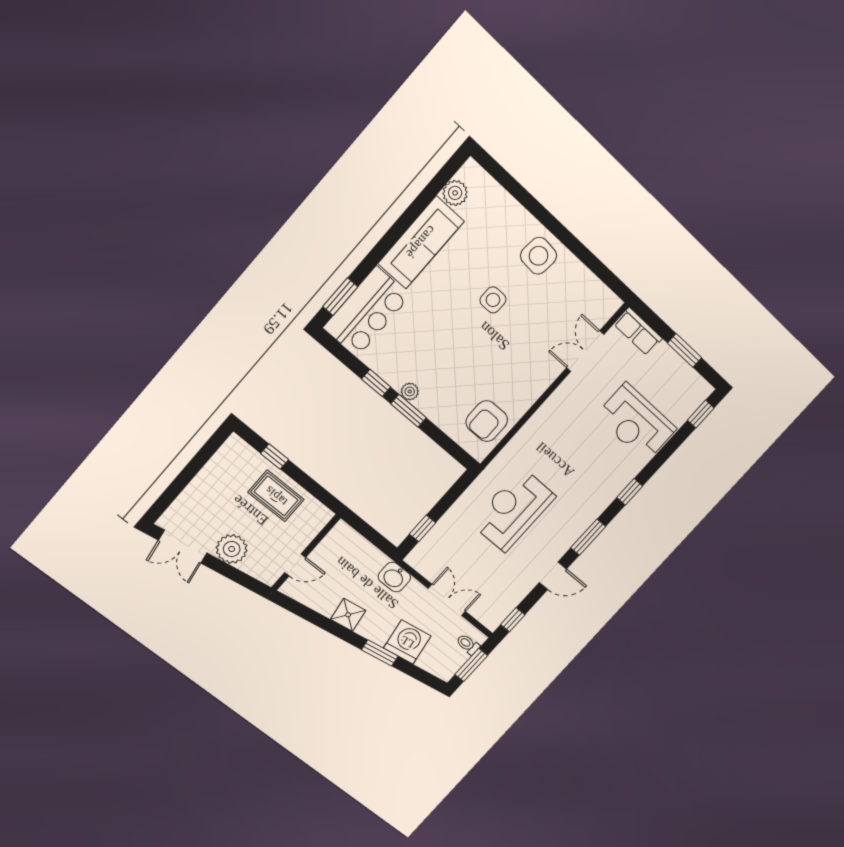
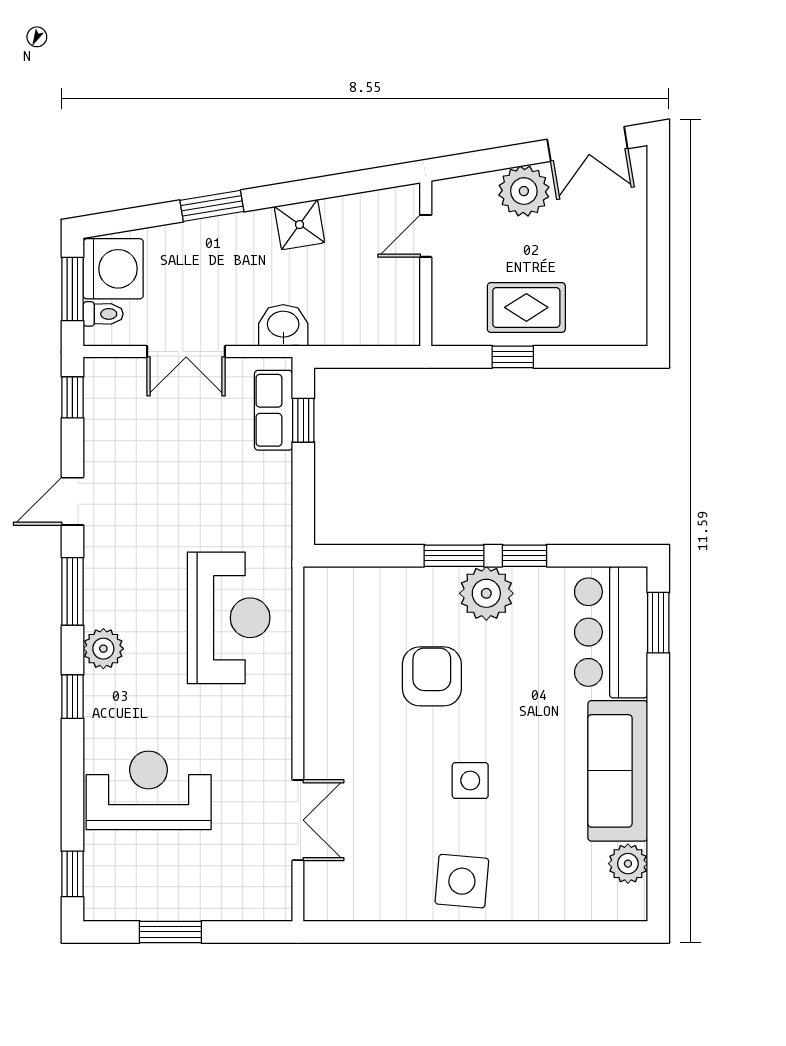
row of seats: (638, 331) -> (274, 410), moved, turned -90
plant: (410, 392) -> (486, 593), width x1.88, depth x1.88
armchair: (487, 421) -> (432, 676), moved
window: (275, 456) -> (513, 357), moved
plant: (598, 501) -> (103, 649), added
reception desk: (513, 510) -> (229, 618), moved
double door: (183, 547) -> (587, 144), swing flipped
washing machine: (407, 642) -> (113, 269), moved, turned -81

